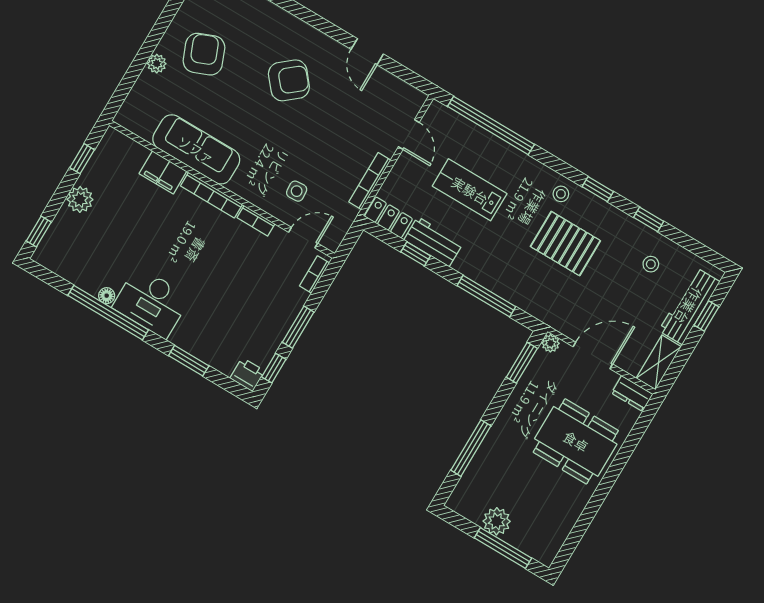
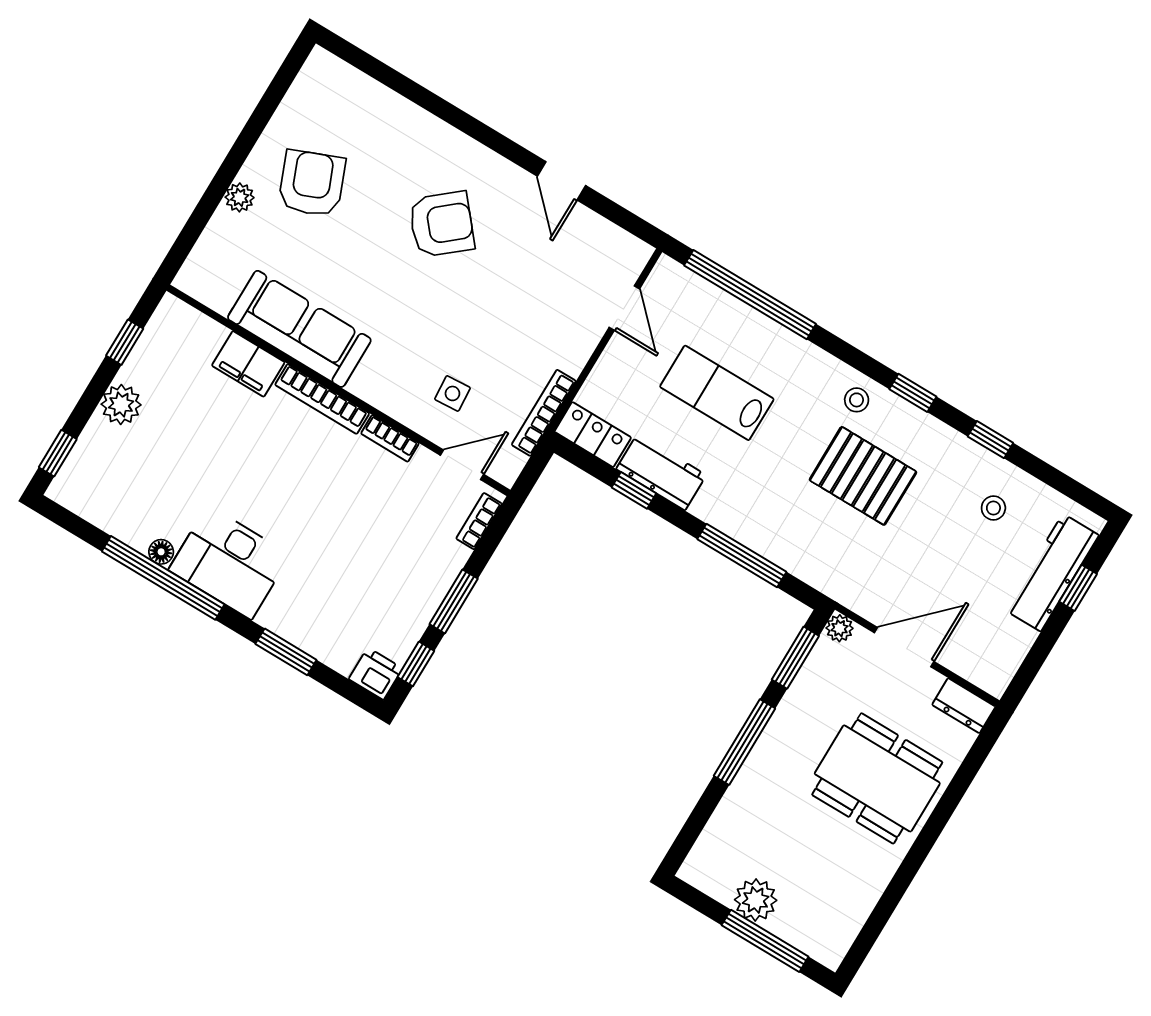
bookcase: (370, 181) -> (544, 413), moved
shelving: (659, 362) -> (1005, 658), removed
window: (471, 448) -> (744, 742), moved

